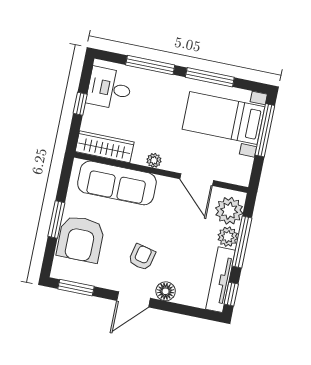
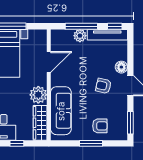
plant: (154, 160) -> (38, 95), width x1.88, depth x1.88
plant: (229, 211) -> (64, 38), removed
armchair: (81, 239) -> (100, 126), width x0.53, depth x0.53

